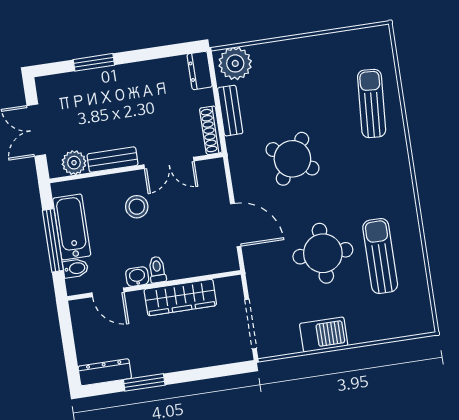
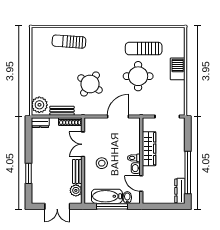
double door: (169, 163) -> (83, 144), swing flipped
door: (108, 292) -> (141, 183), swing flipped
barbecue: (324, 335) -> (178, 69), moved
window: (144, 382) -> (188, 172), width x2.11

